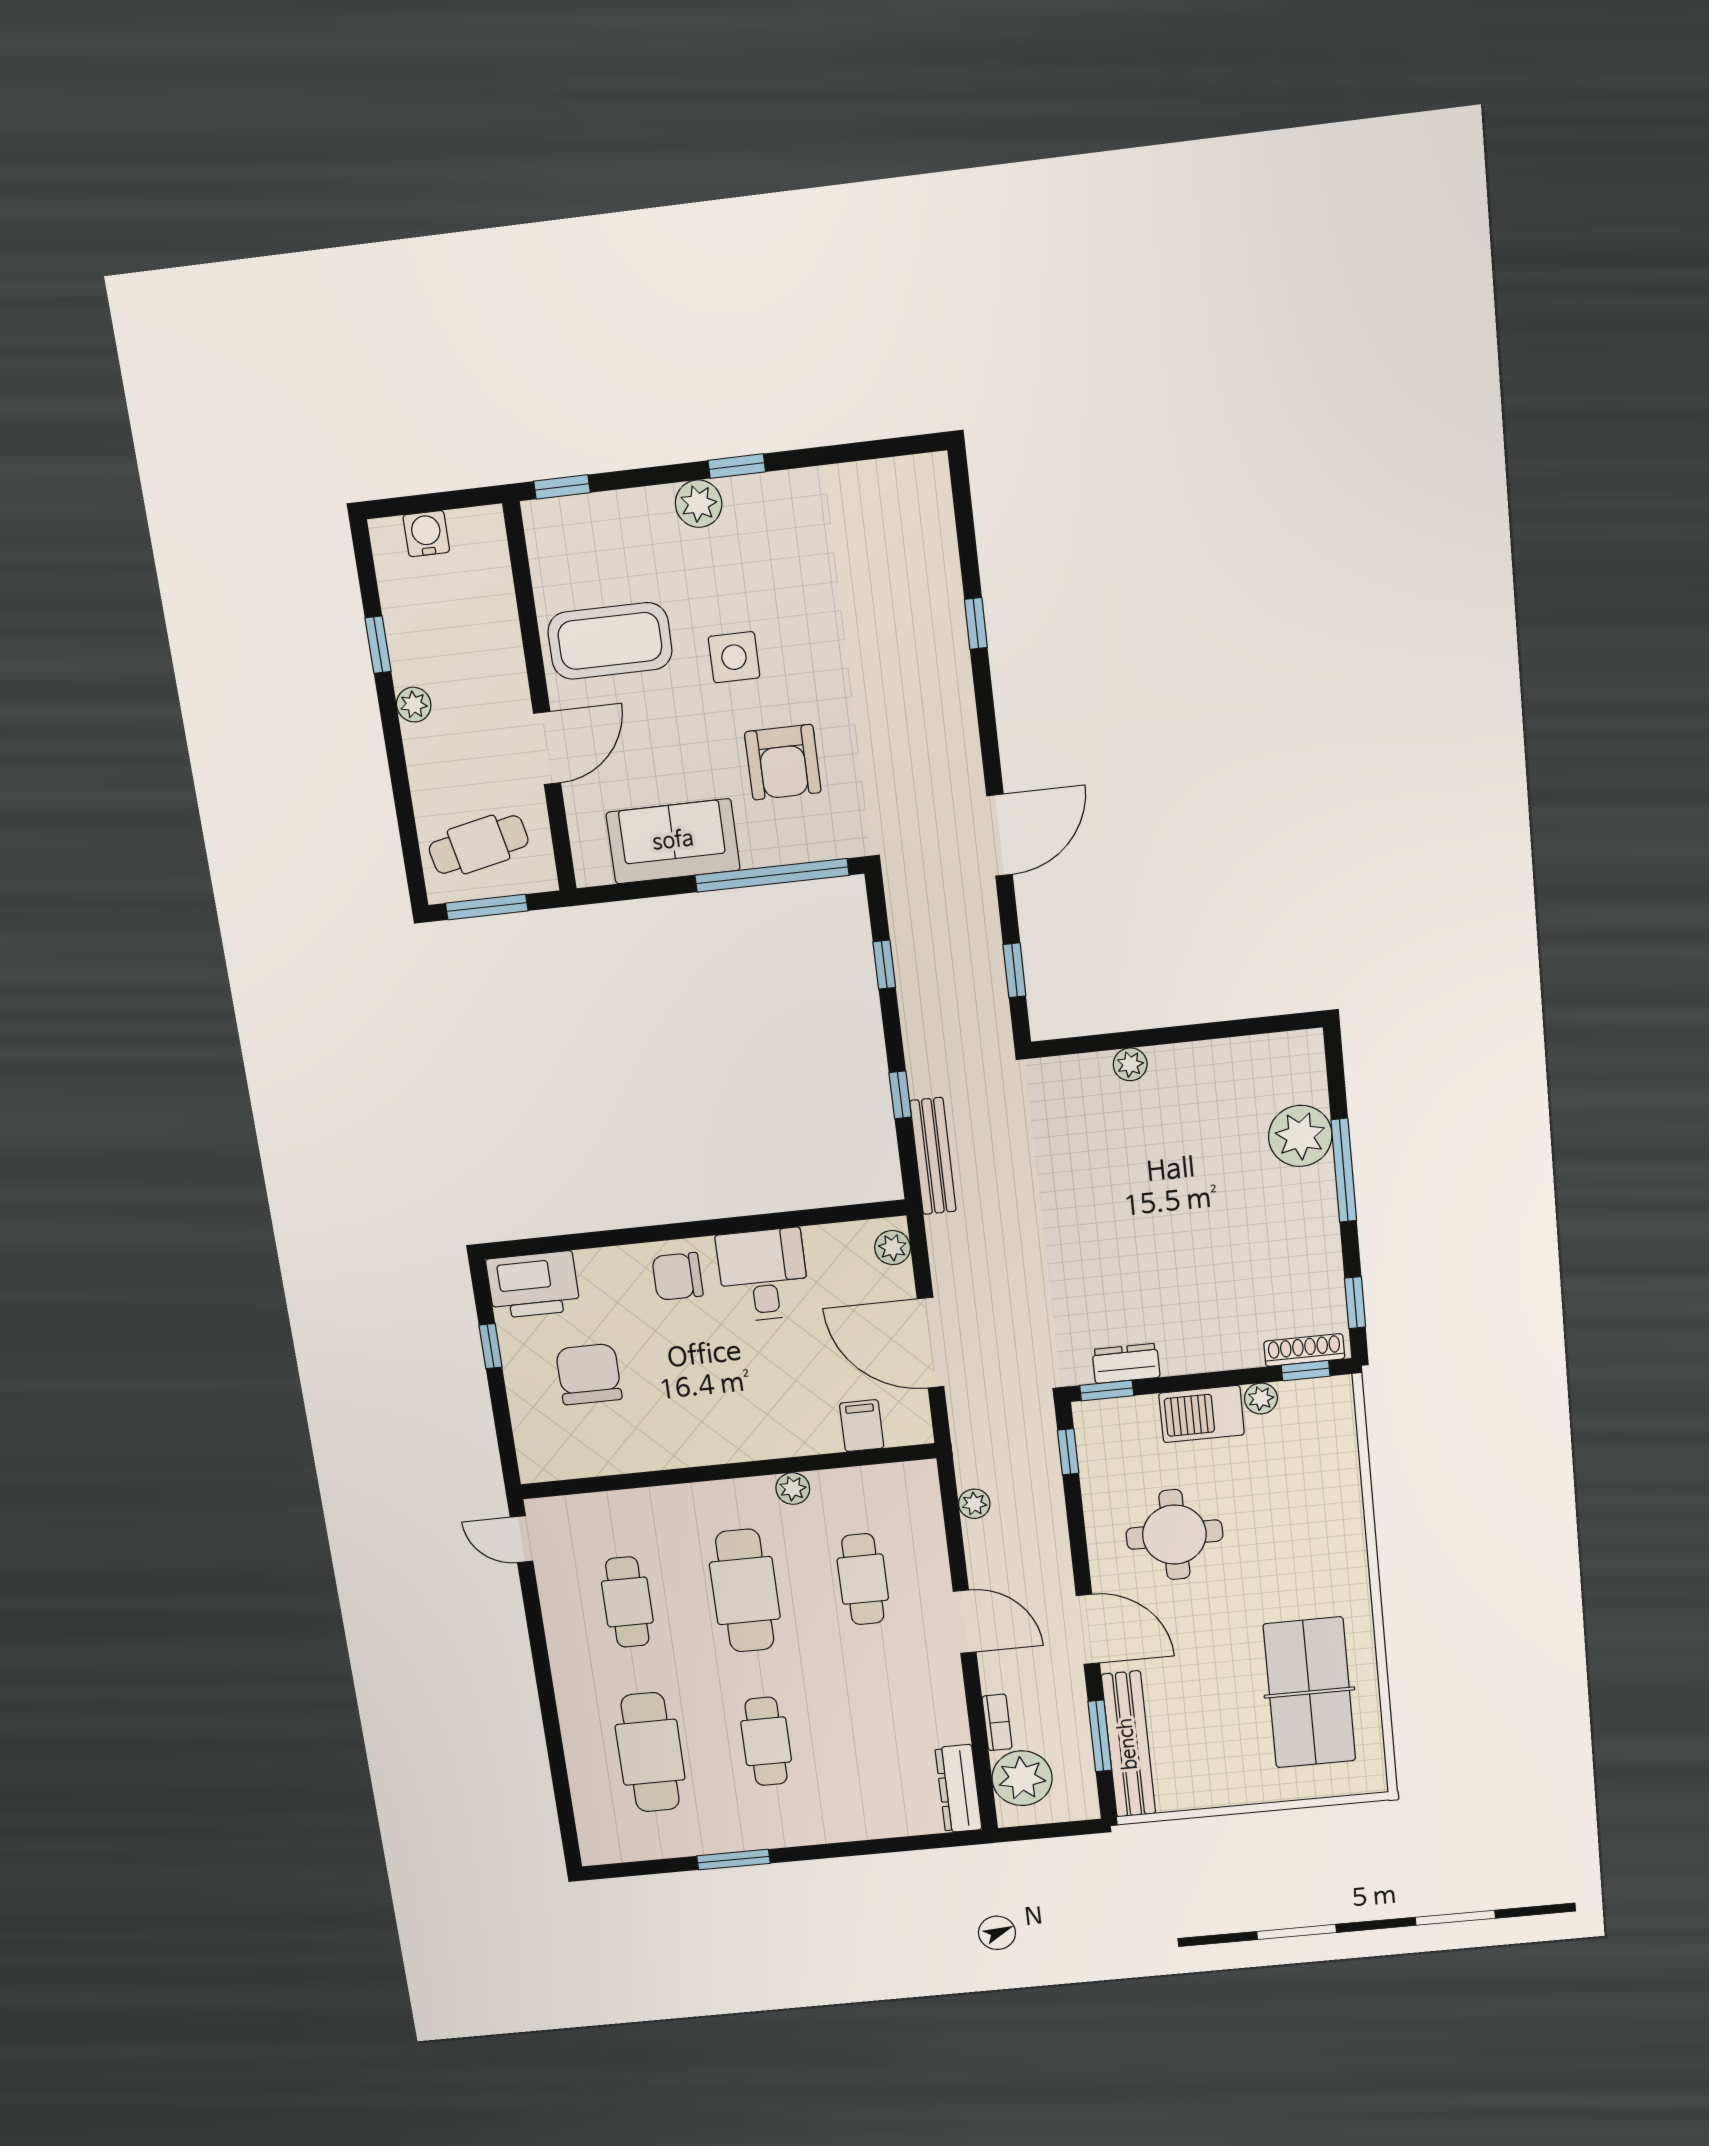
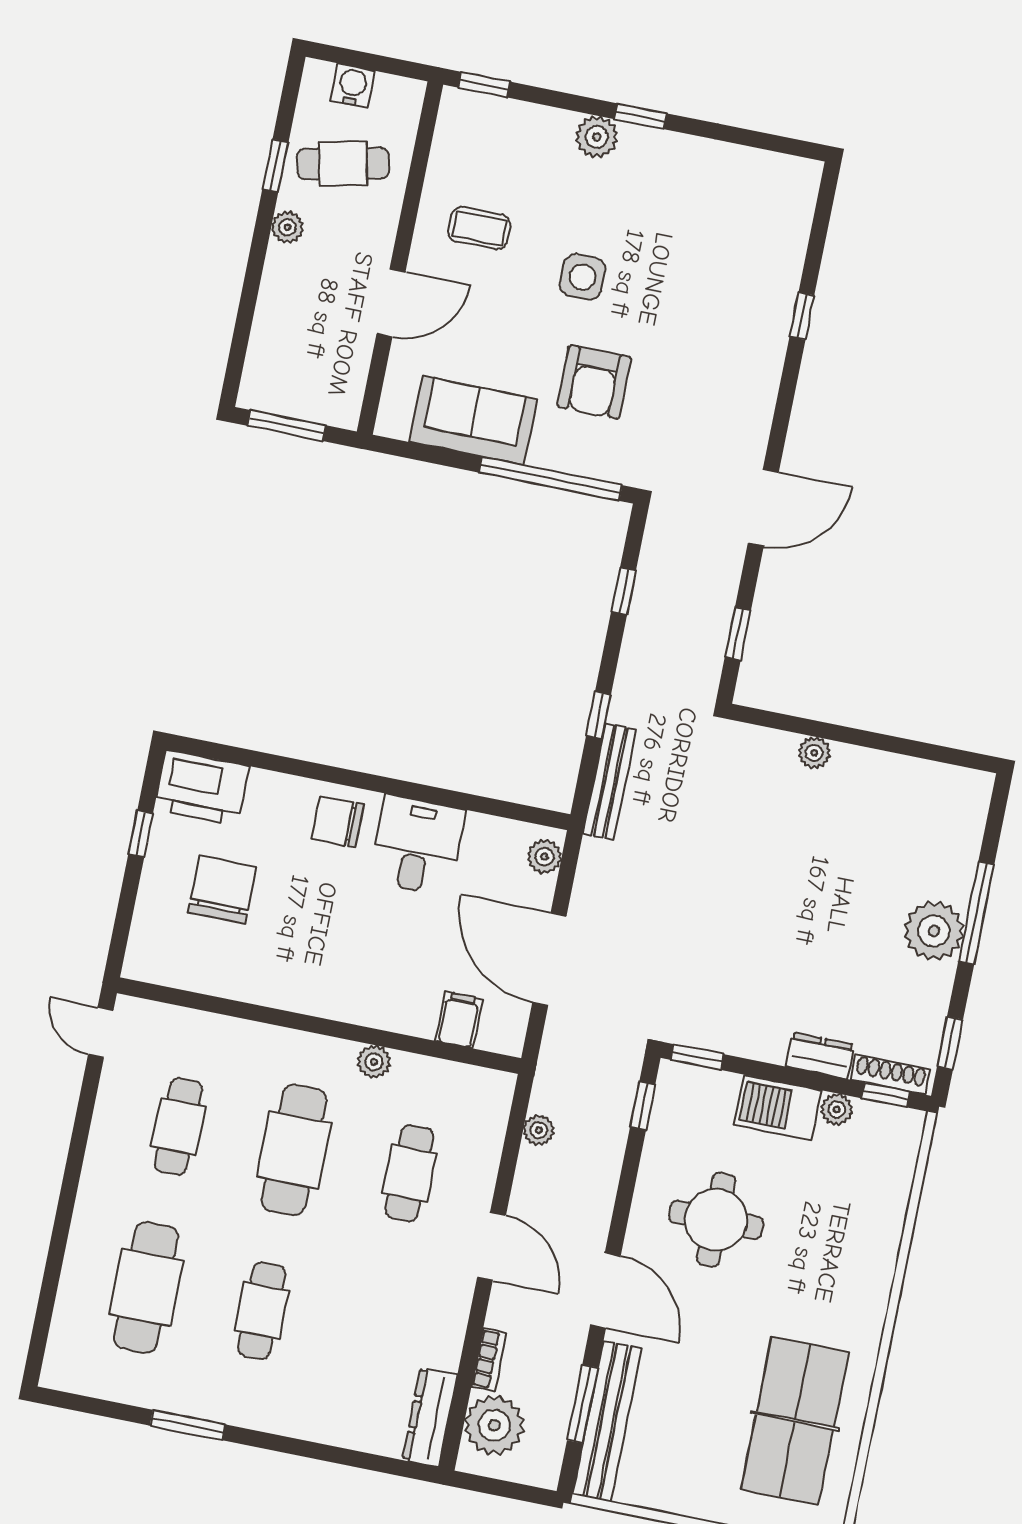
coffee table: (610, 641) -> (479, 228), width x0.54, depth x0.58
cafe table: (479, 845) -> (343, 164), moved
plant: (1300, 1136) -> (934, 931), moved
dresser: (1126, 1363) -> (820, 1056), moved

